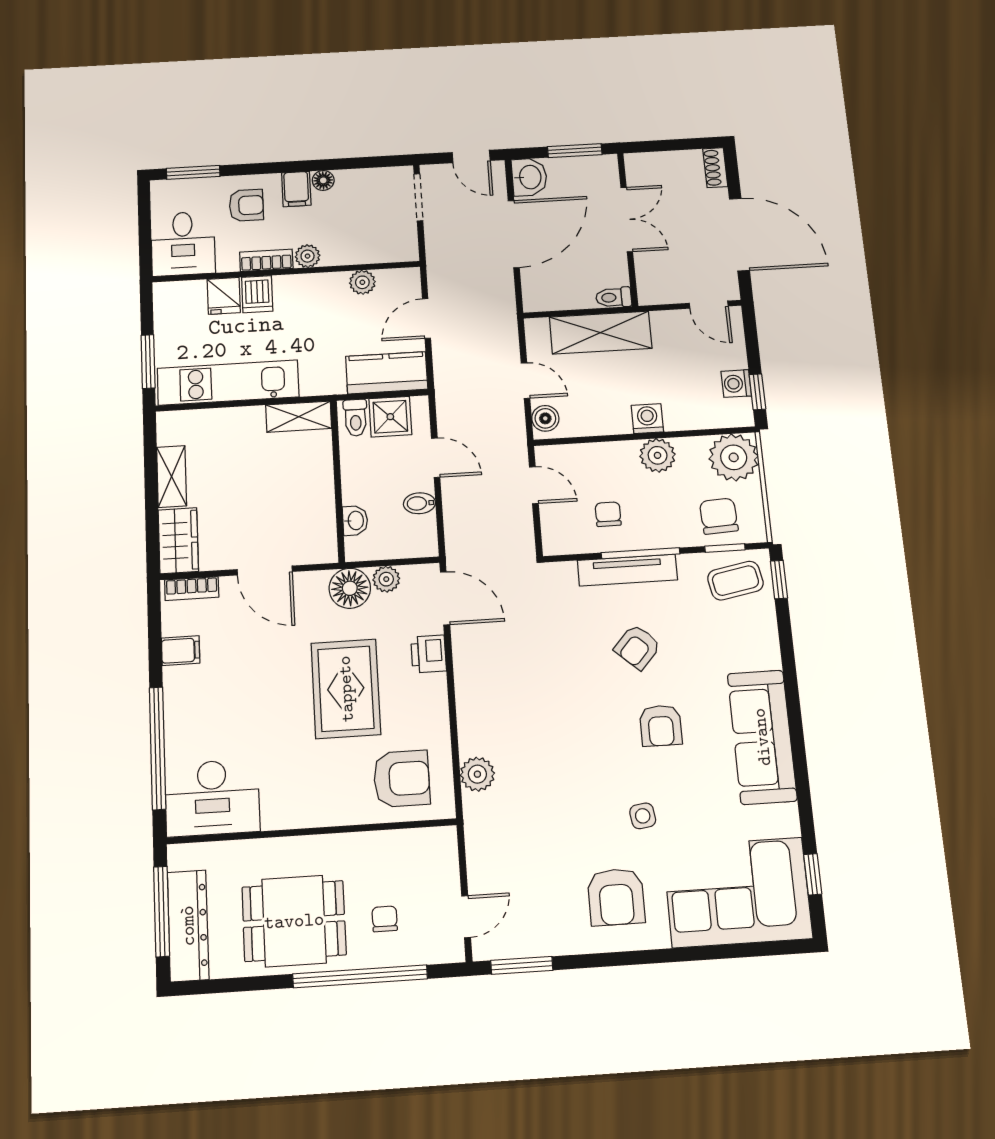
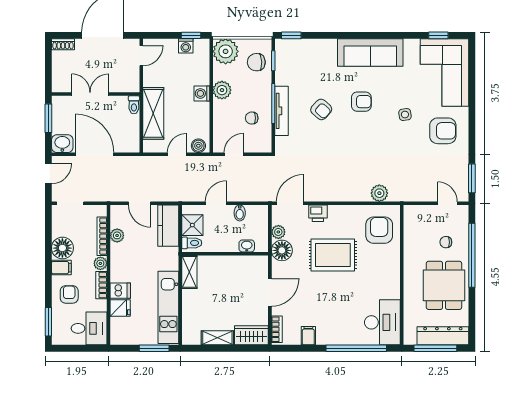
floor lamp: (323, 180) -> (62, 248), width x1.89, depth x1.89
bookcase: (359, 256) -> (102, 236), added
coffee table: (735, 581) -> (290, 57), removed

